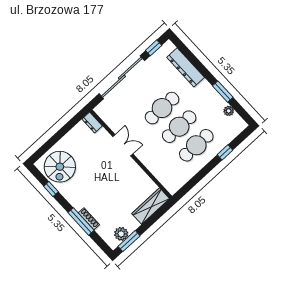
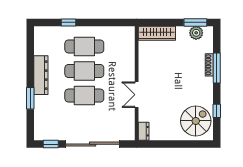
dresser: (186, 67) -> (41, 75), moved
window: (223, 92) -> (30, 98), moved
plant: (229, 111) -> (39, 50), removed

